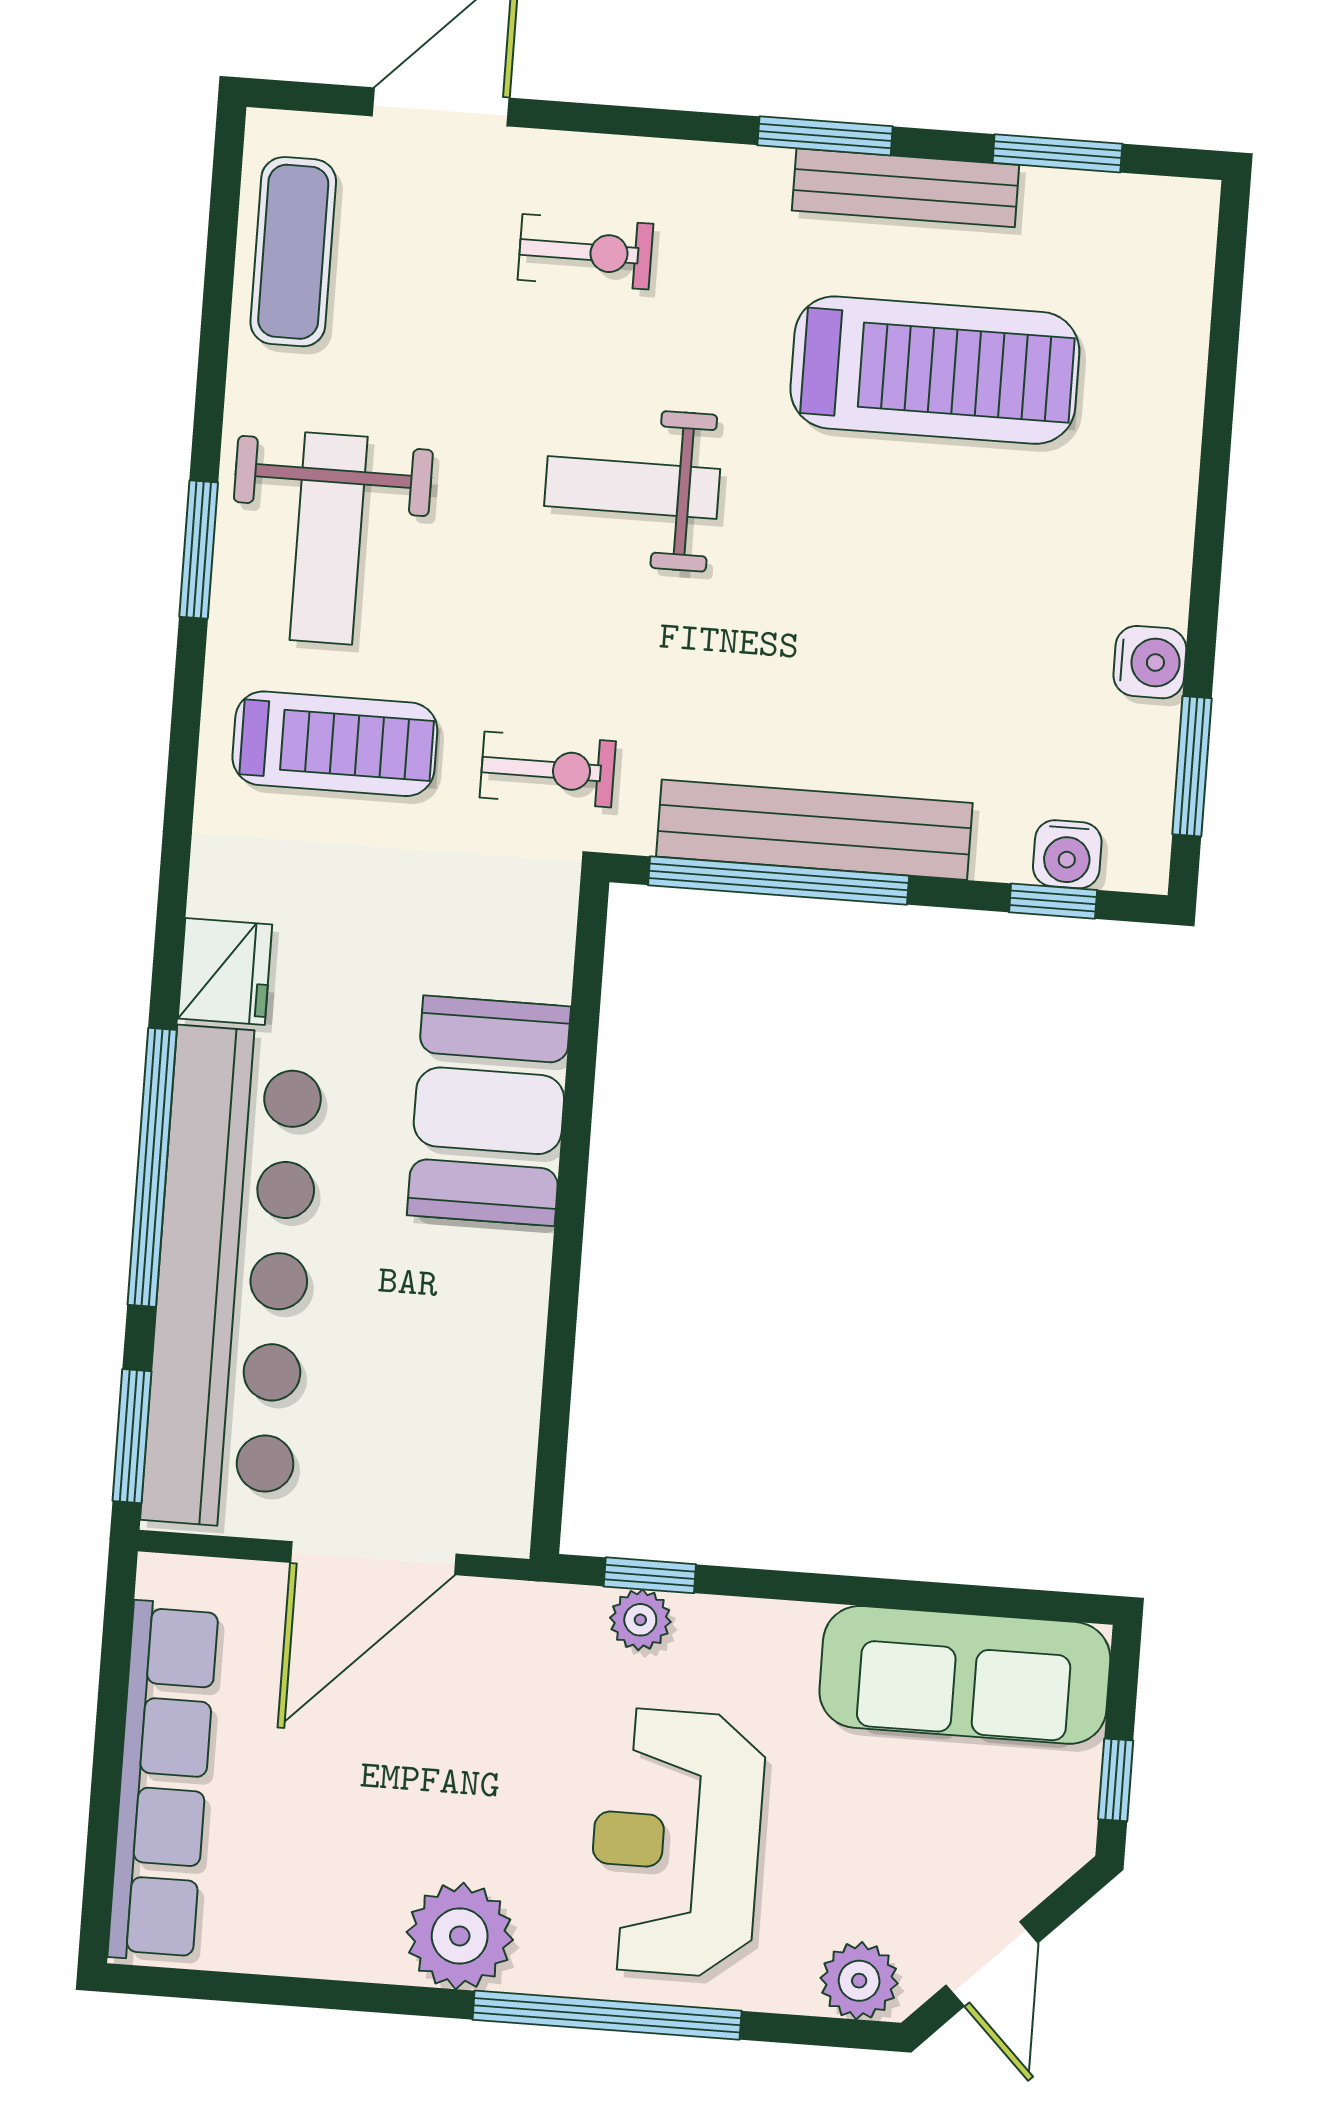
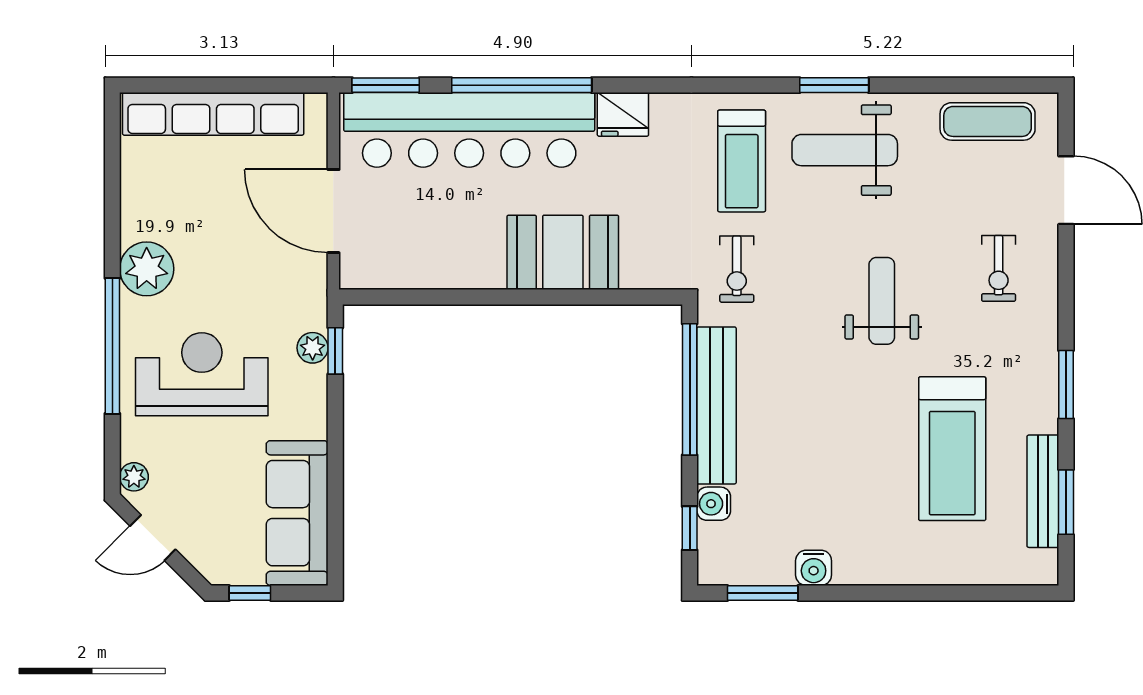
bench: (906, 188) -> (1043, 491), moved
water cooler: (1067, 854) -> (714, 504), moved
plant: (859, 1981) -> (134, 477), width x0.73, depth x0.73

